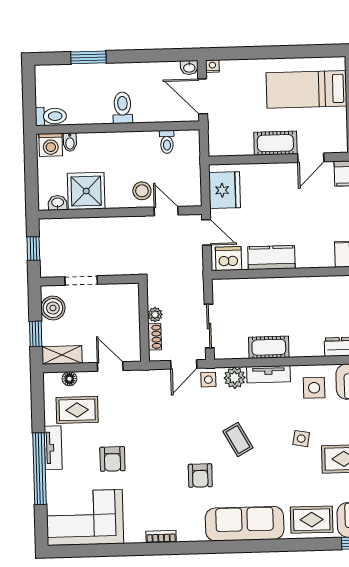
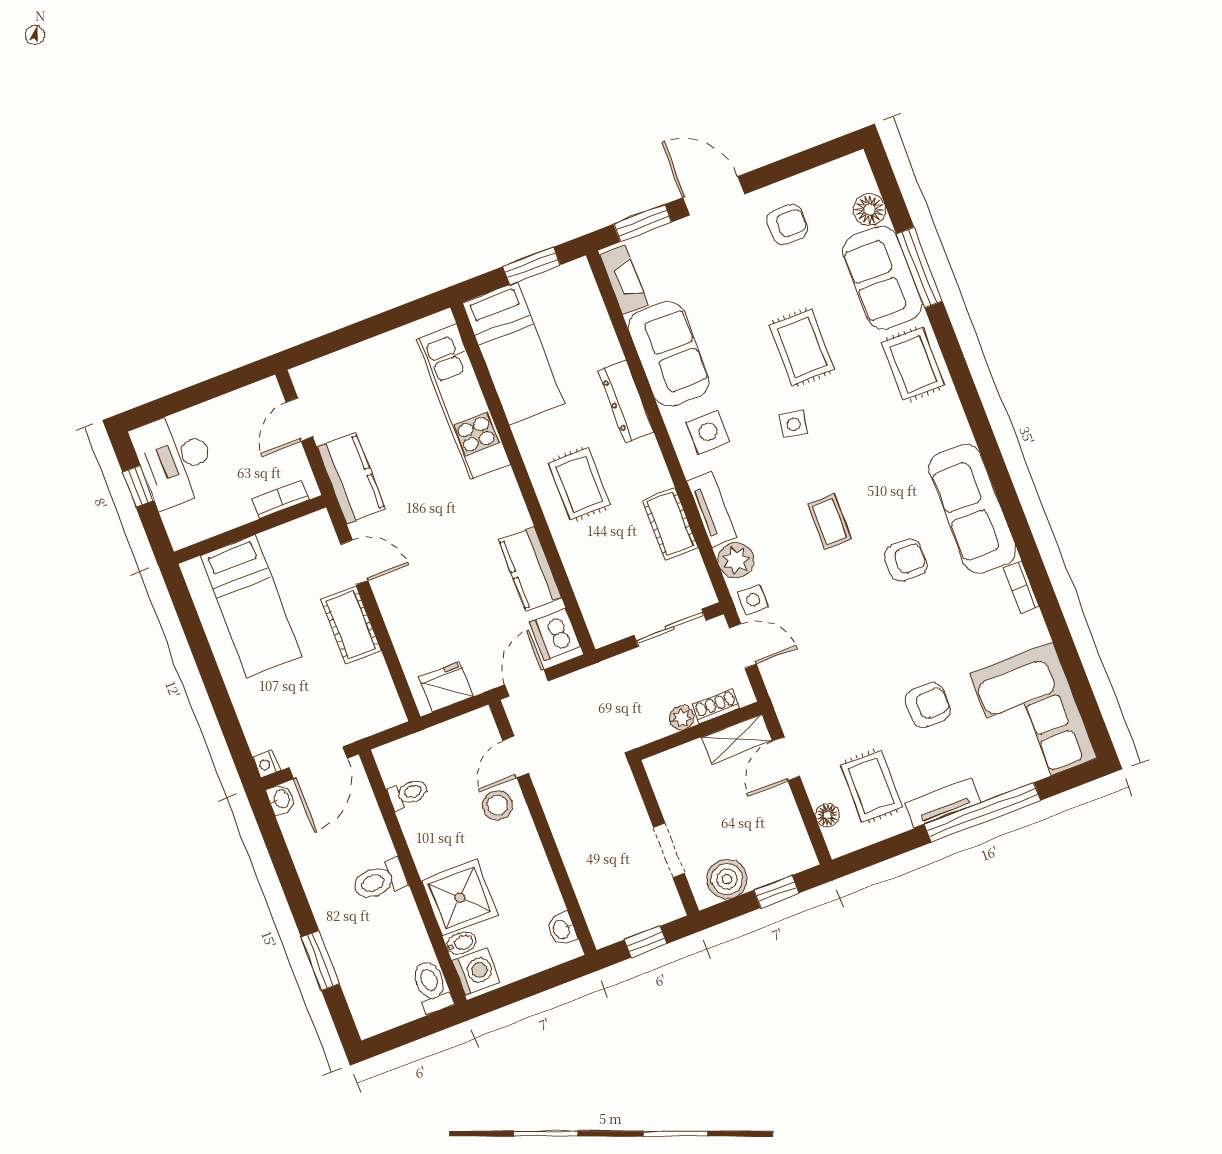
fridge: (225, 190) -> (446, 687), width x0.73, depth x0.75
shower: (86, 191) -> (460, 898), moved
rug: (310, 303) -> (579, 484), added
shelving: (62, 355) -> (737, 739), moved, turned 90
coffee table: (238, 439) -> (829, 522), turned -61
sofa: (245, 524) -> (973, 509), moved

